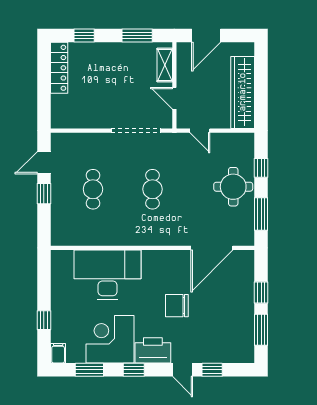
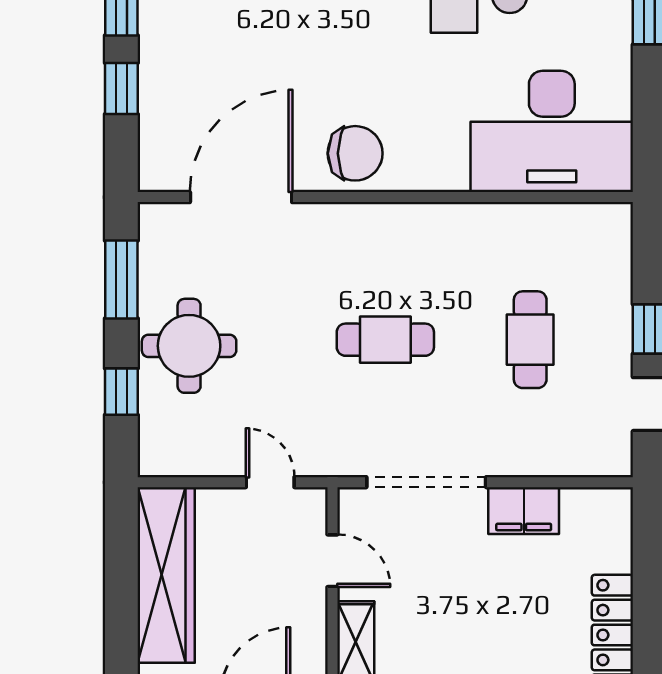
filing cabinet: (96, 119) -> (524, 511), added
cafe table: (152, 189) -> (385, 340), turned 90
desk: (108, 275) -> (552, 131), moved
chair: (177, 306) -> (355, 153), moved

